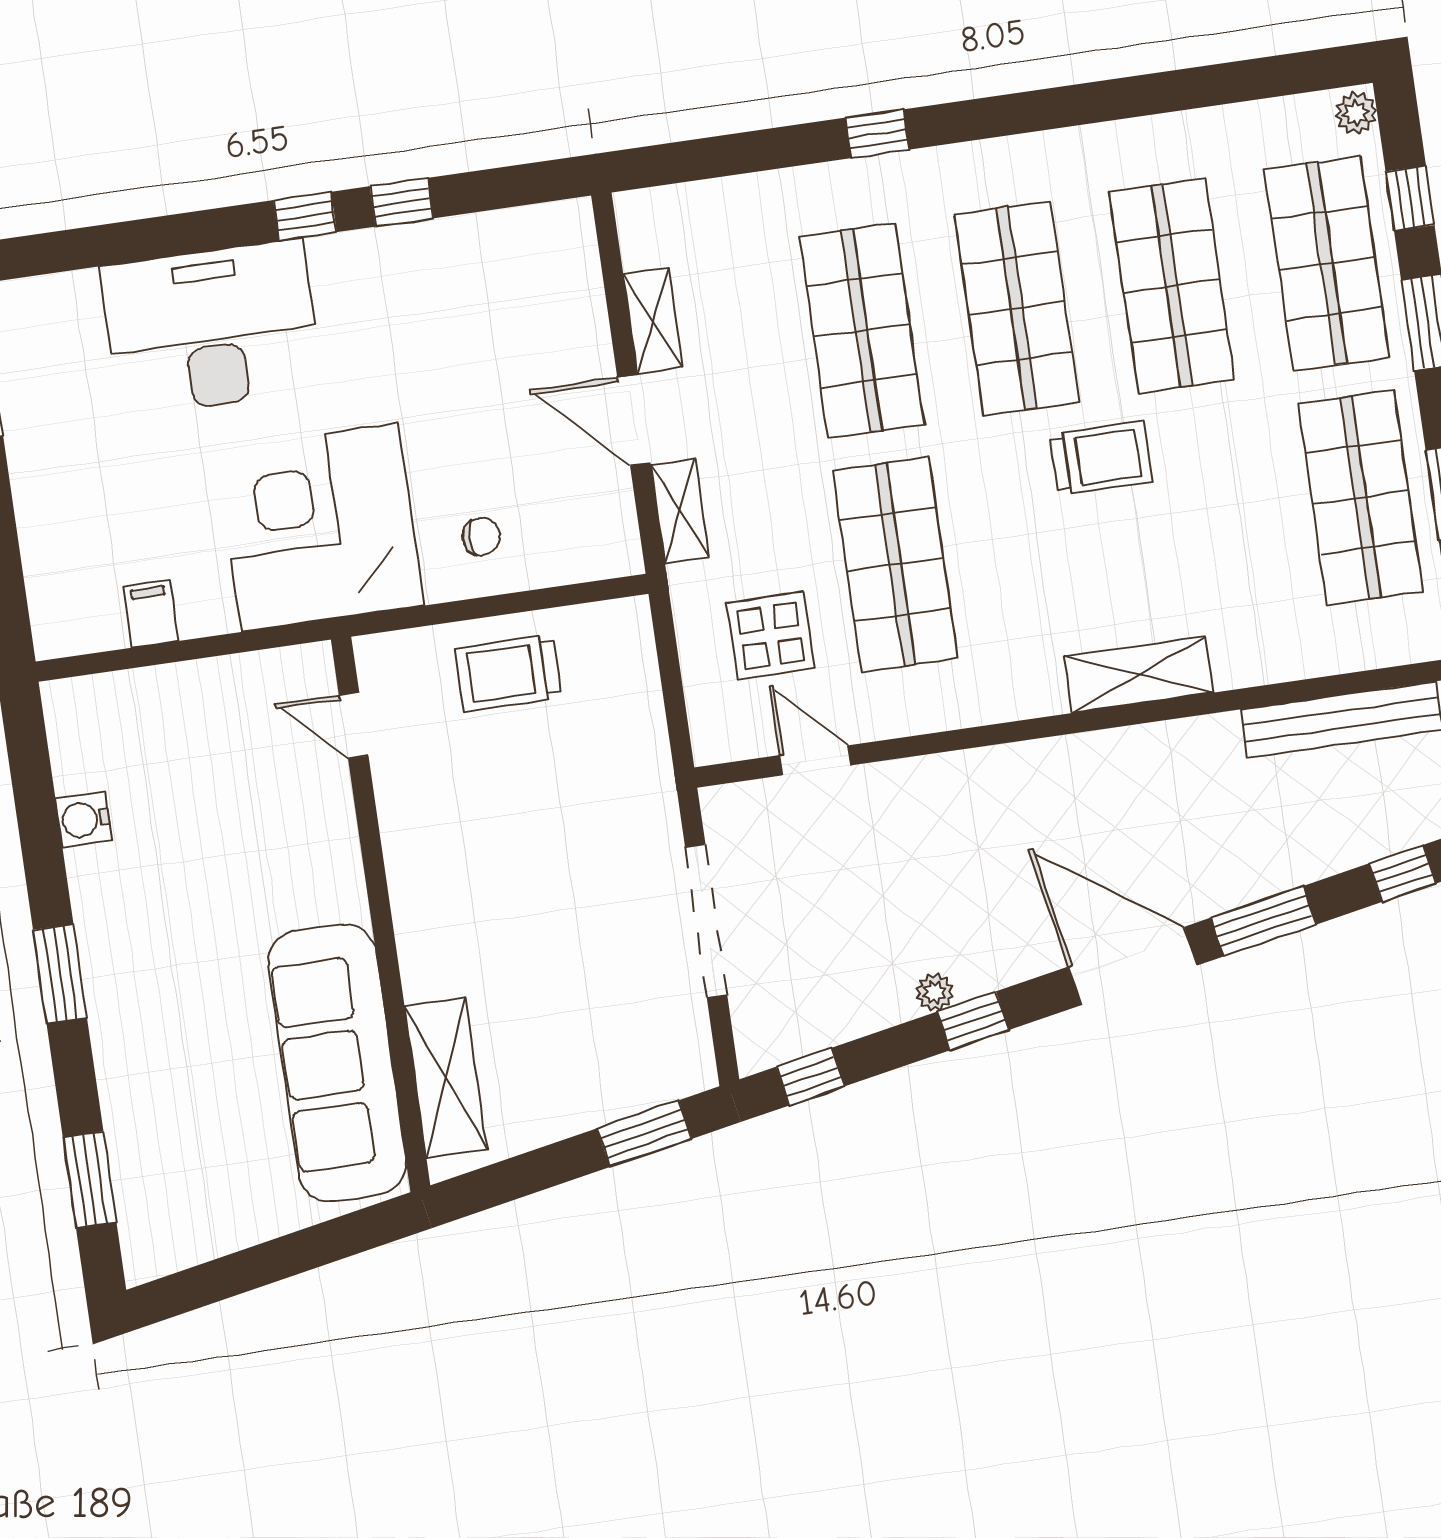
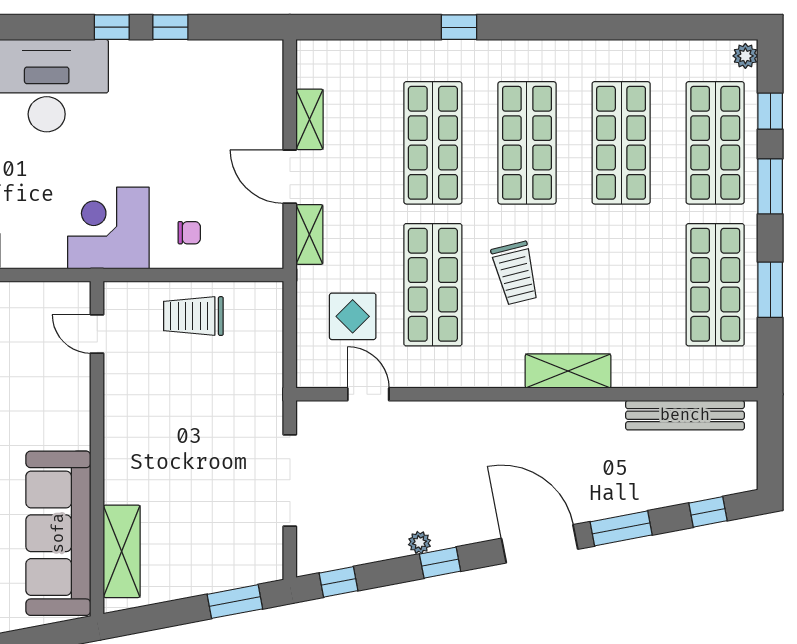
trolley: (1101, 458) -> (515, 273), moved, turned 76
corner desk: (319, 527) -> (108, 228), width x0.74, depth x0.74

